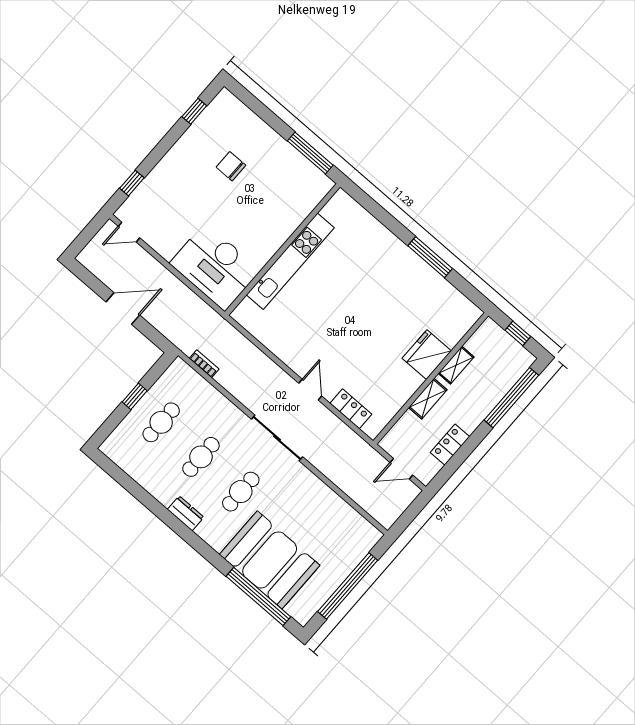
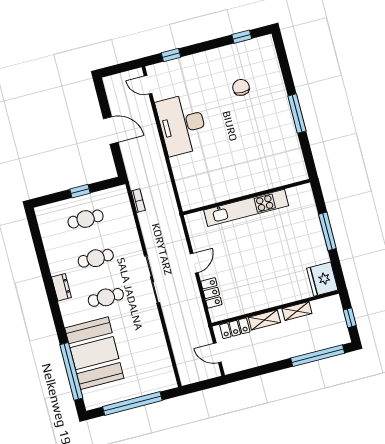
wall: (282, 249) -> (246, 197), moved
kitchen unit: (290, 261) -> (246, 208), moved
desk: (215, 267) -> (182, 125), moved
fridge: (427, 355) -> (322, 279), moved, turned -90
locker: (450, 445) -> (235, 328), moved, turned 180

